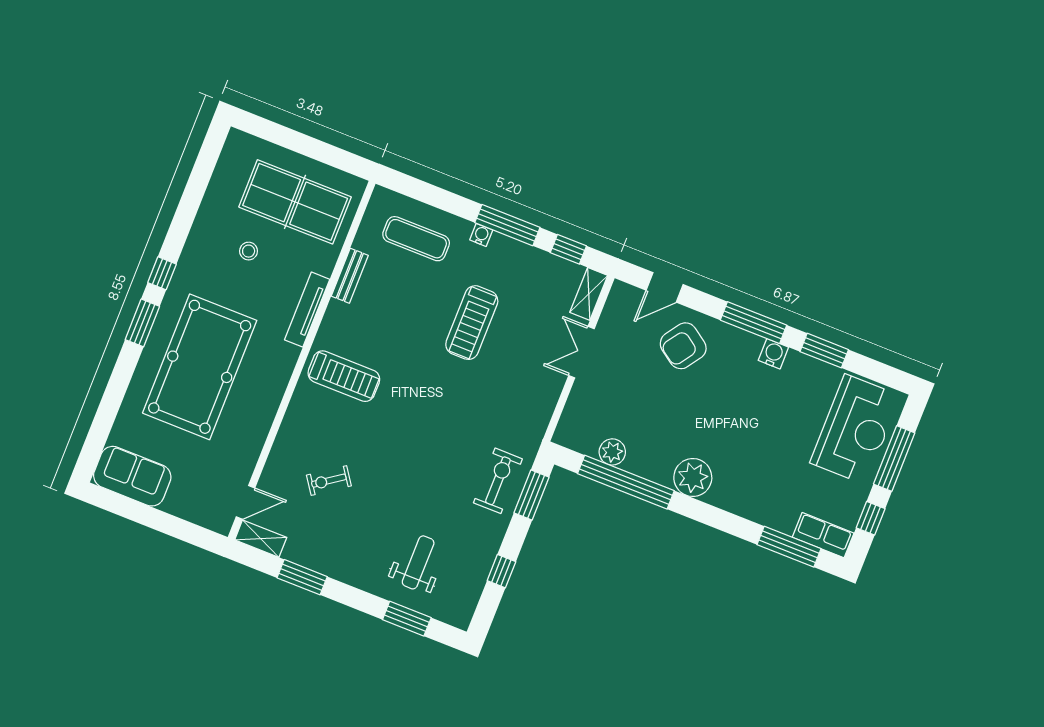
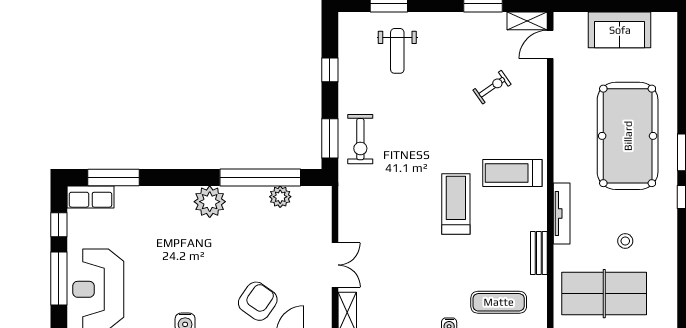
treadmill: (472, 323) -> (456, 204), moved
sofa: (132, 476) -> (620, 30), moved

